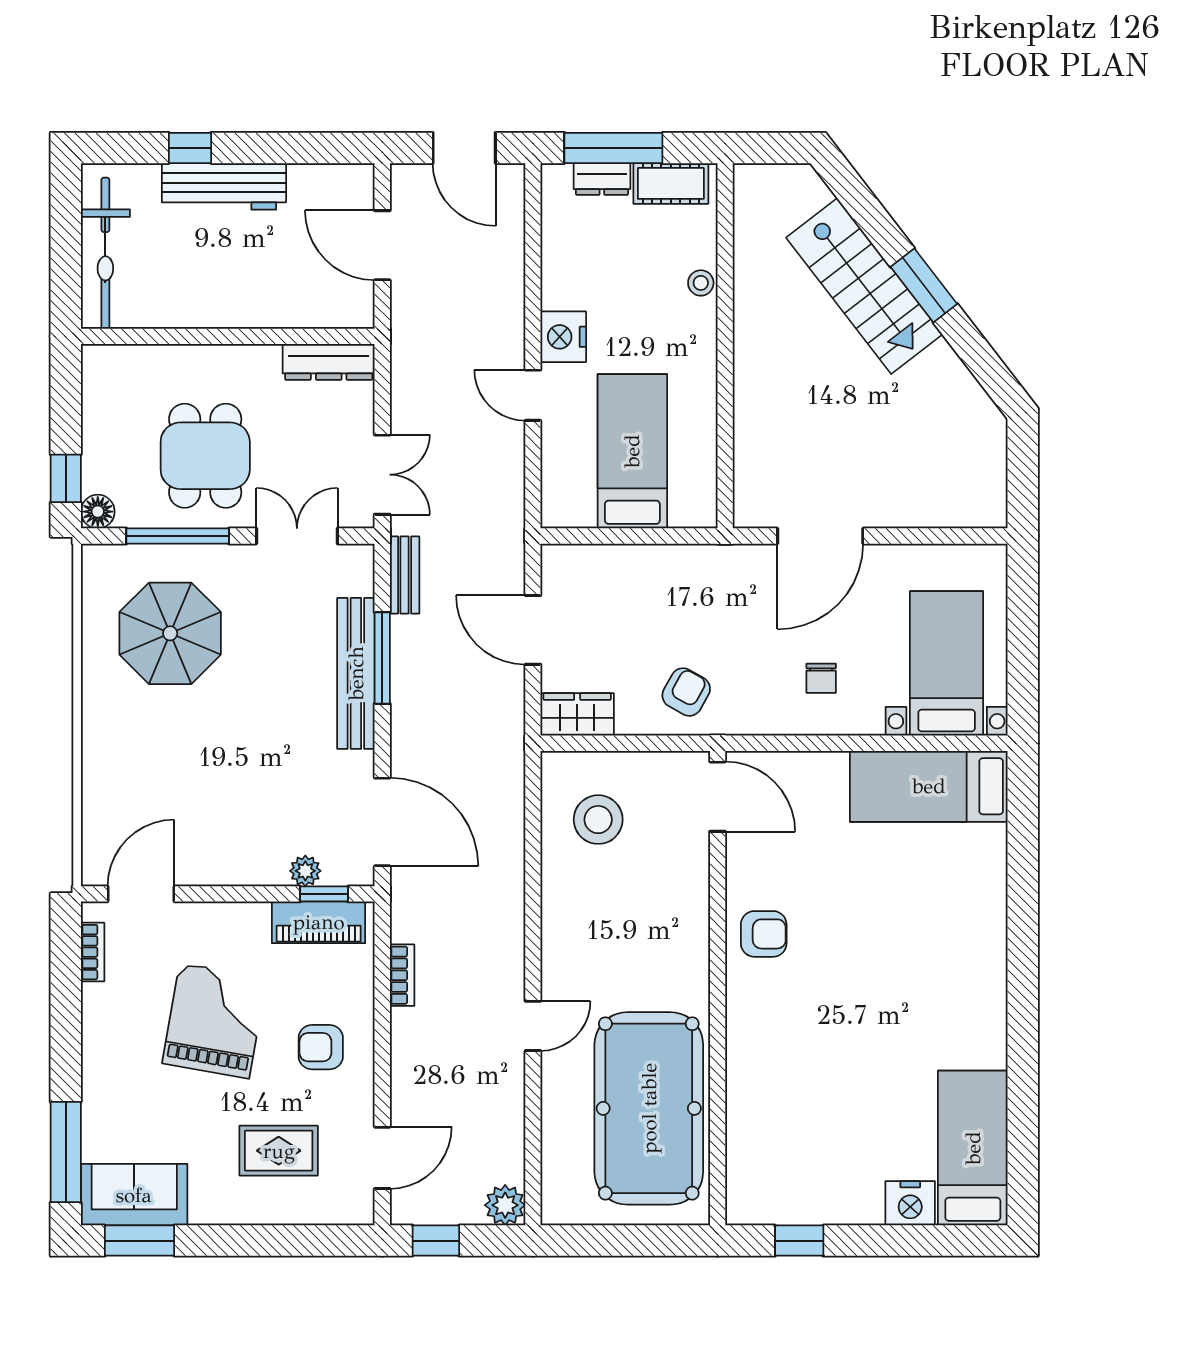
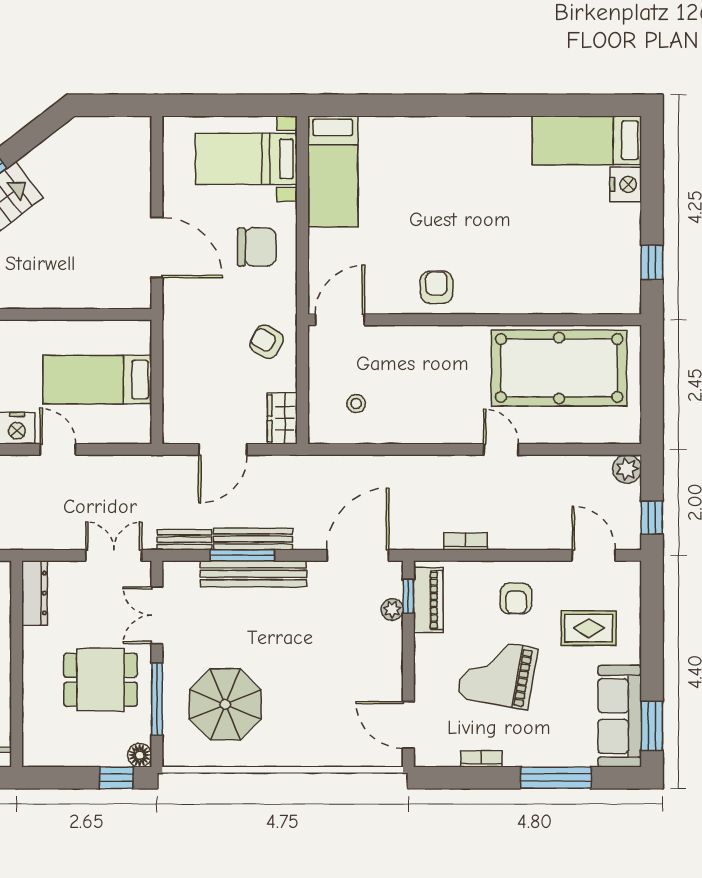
door: (533, 395) -> (58, 449), swing flipped
bench: (406, 673) -> (253, 539), added
chair: (821, 678) -> (257, 247), width x1.87, depth x1.87
stool: (598, 820) -> (356, 404), width x0.53, depth x0.53
bookcase: (93, 952) -> (481, 759), moved
rug: (279, 1151) -> (589, 628), turned 90
window: (66, 1152) -> (556, 778), moved
sofa: (134, 1195) -> (620, 716), width x1.36

